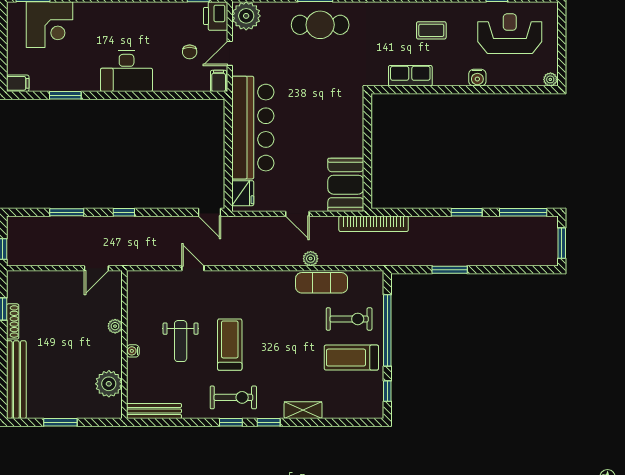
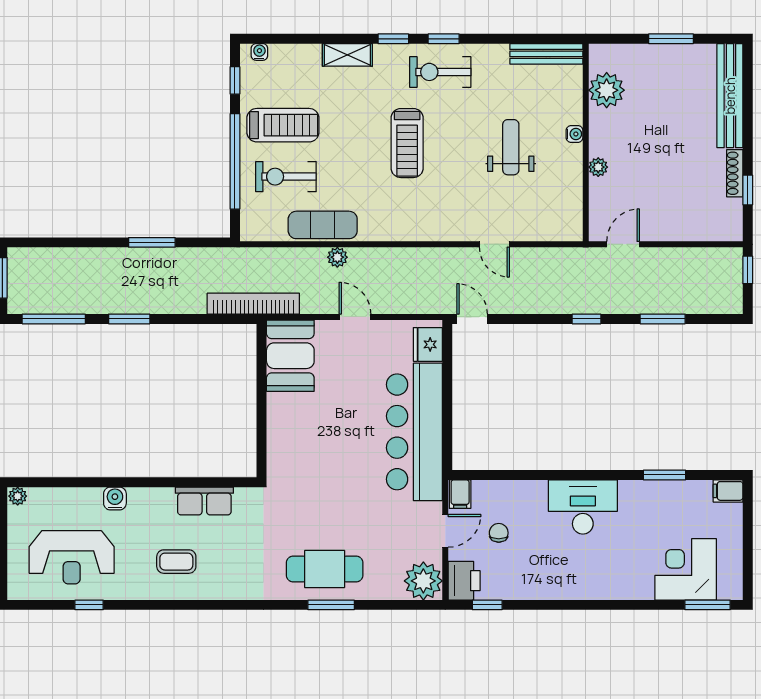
treadmill: (230, 345) -> (407, 143), moved
water cooler: (369, 412) -> (259, 52), added

